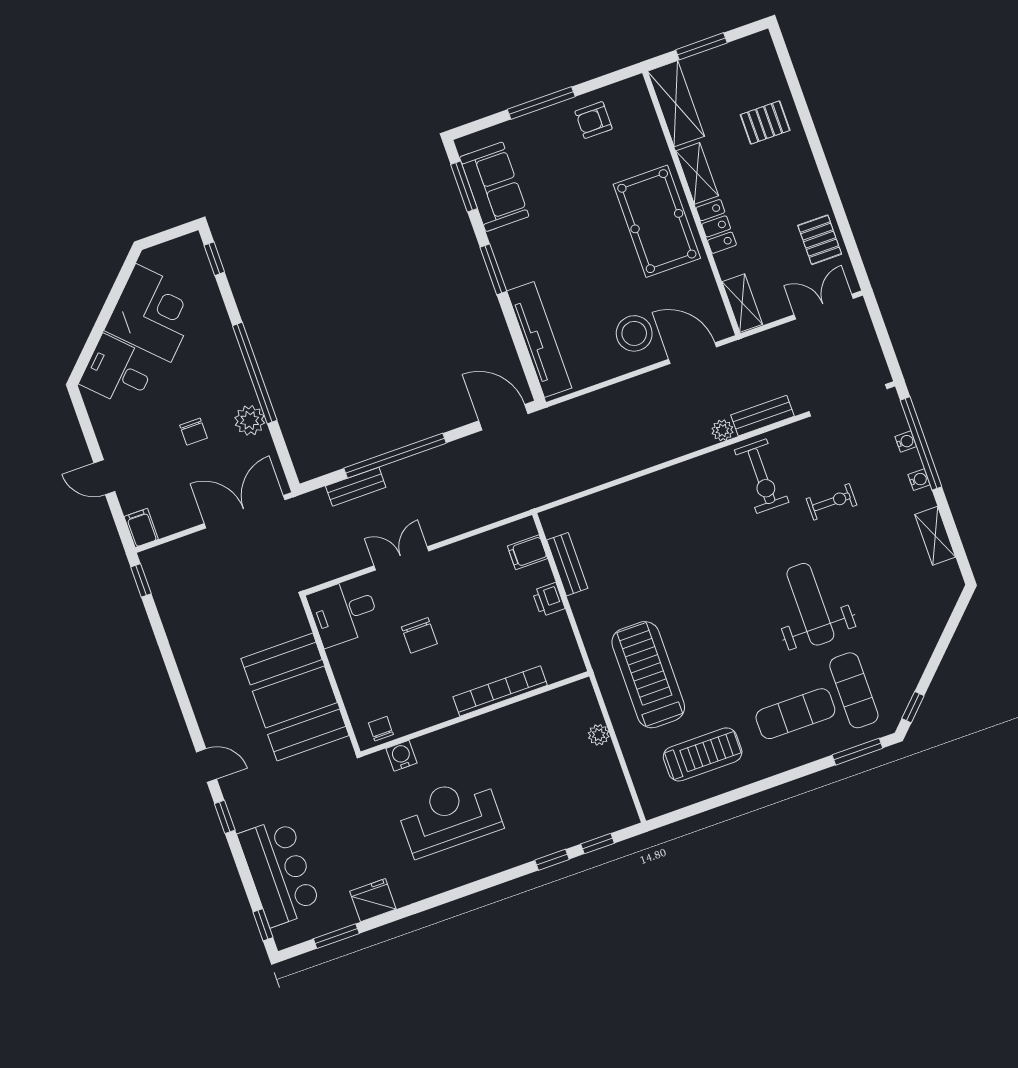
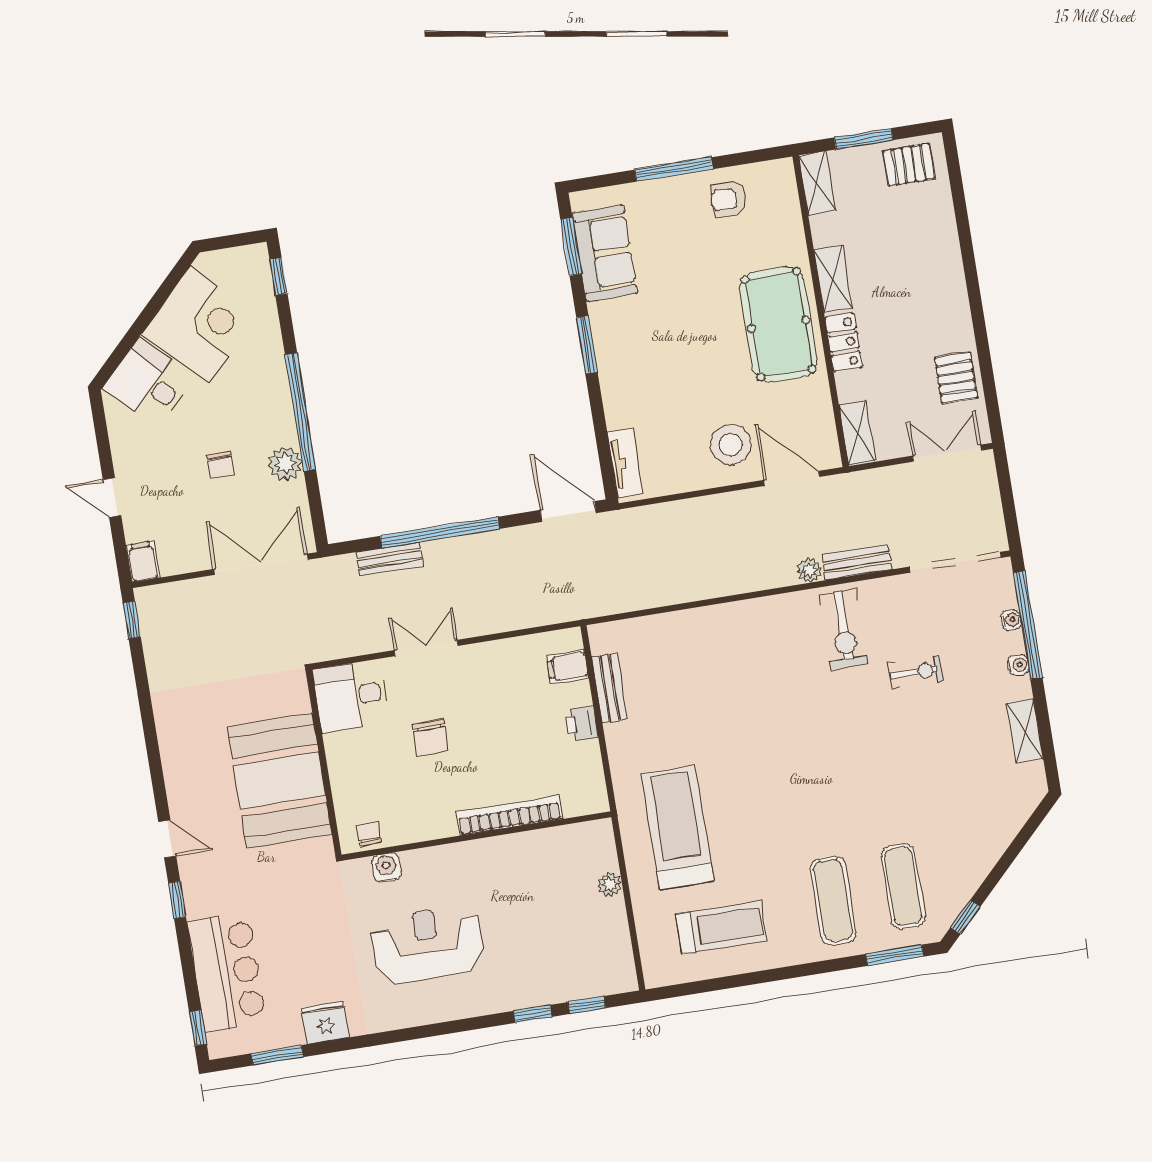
shelving: (676, 104) -> (817, 183), width x0.67, depth x0.75
pallet: (765, 122) -> (909, 165), moved
tv unit: (539, 340) -> (625, 463), width x0.52, depth x0.78
weight bench: (810, 604) -> (872, 782), removed
exercise mat: (795, 714) -> (833, 900), turned 90

